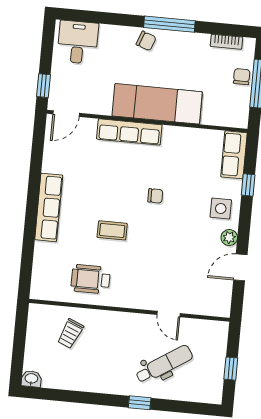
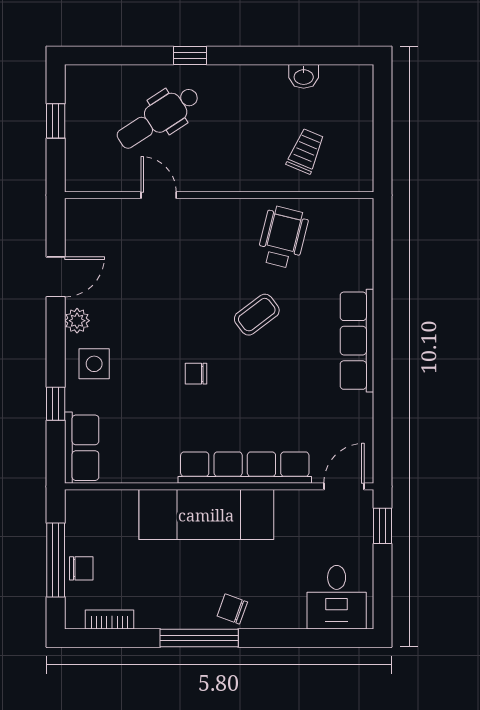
chair: (242, 77) -> (81, 568), turned -90
row of seats: (129, 132) -> (245, 468), width x1.36
coffee table: (112, 230) -> (257, 315), turned -37
wheelchair: (91, 279) -> (283, 237), turned -76
washbasin: (31, 379) -> (304, 76), moved

